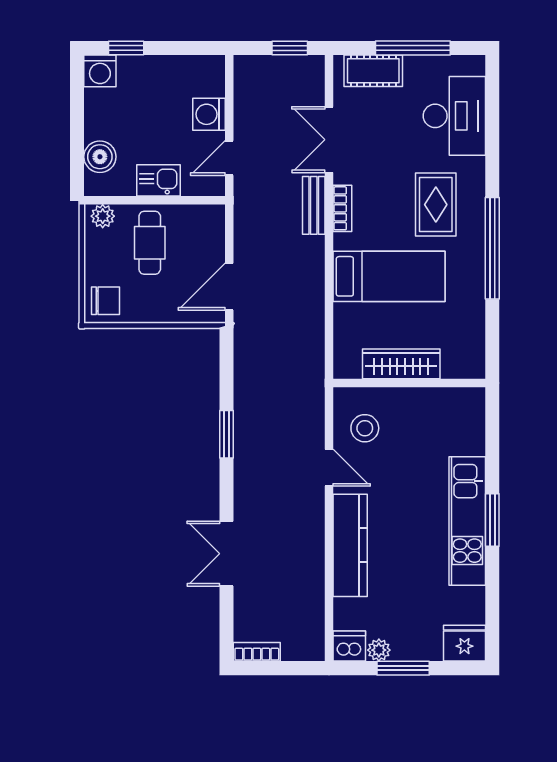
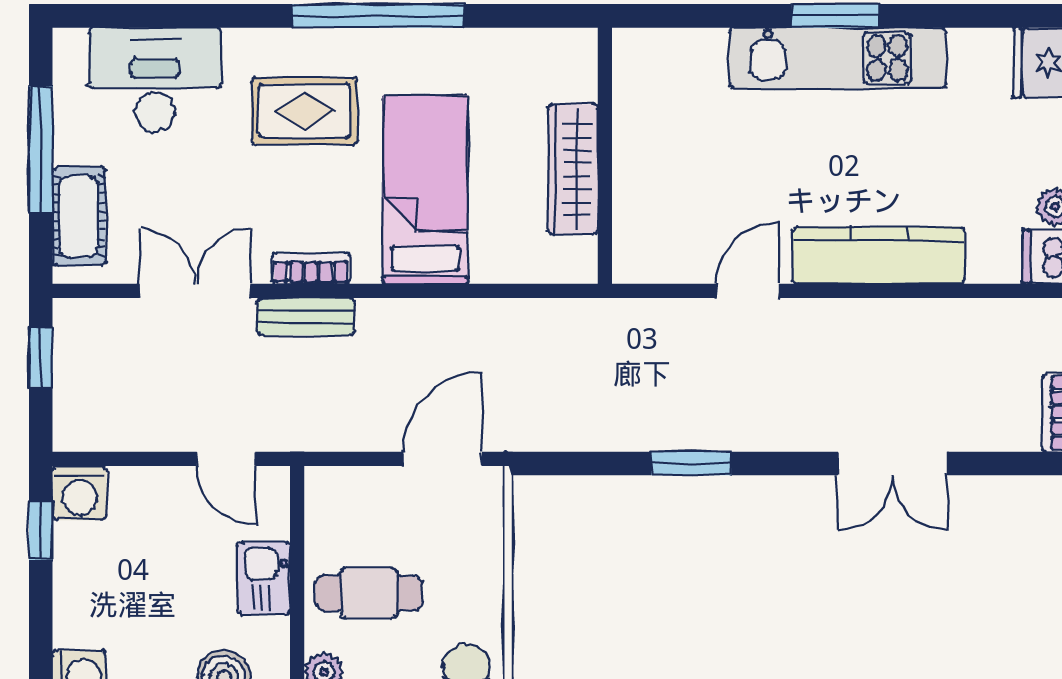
window: (126, 48) -> (41, 530), moved
washing machine: (209, 114) -> (79, 493), moved
double door: (329, 140) -> (195, 291), swing flipped
door: (229, 287) -> (443, 459), swing flipped
stool: (365, 428) -> (681, 231), removed

